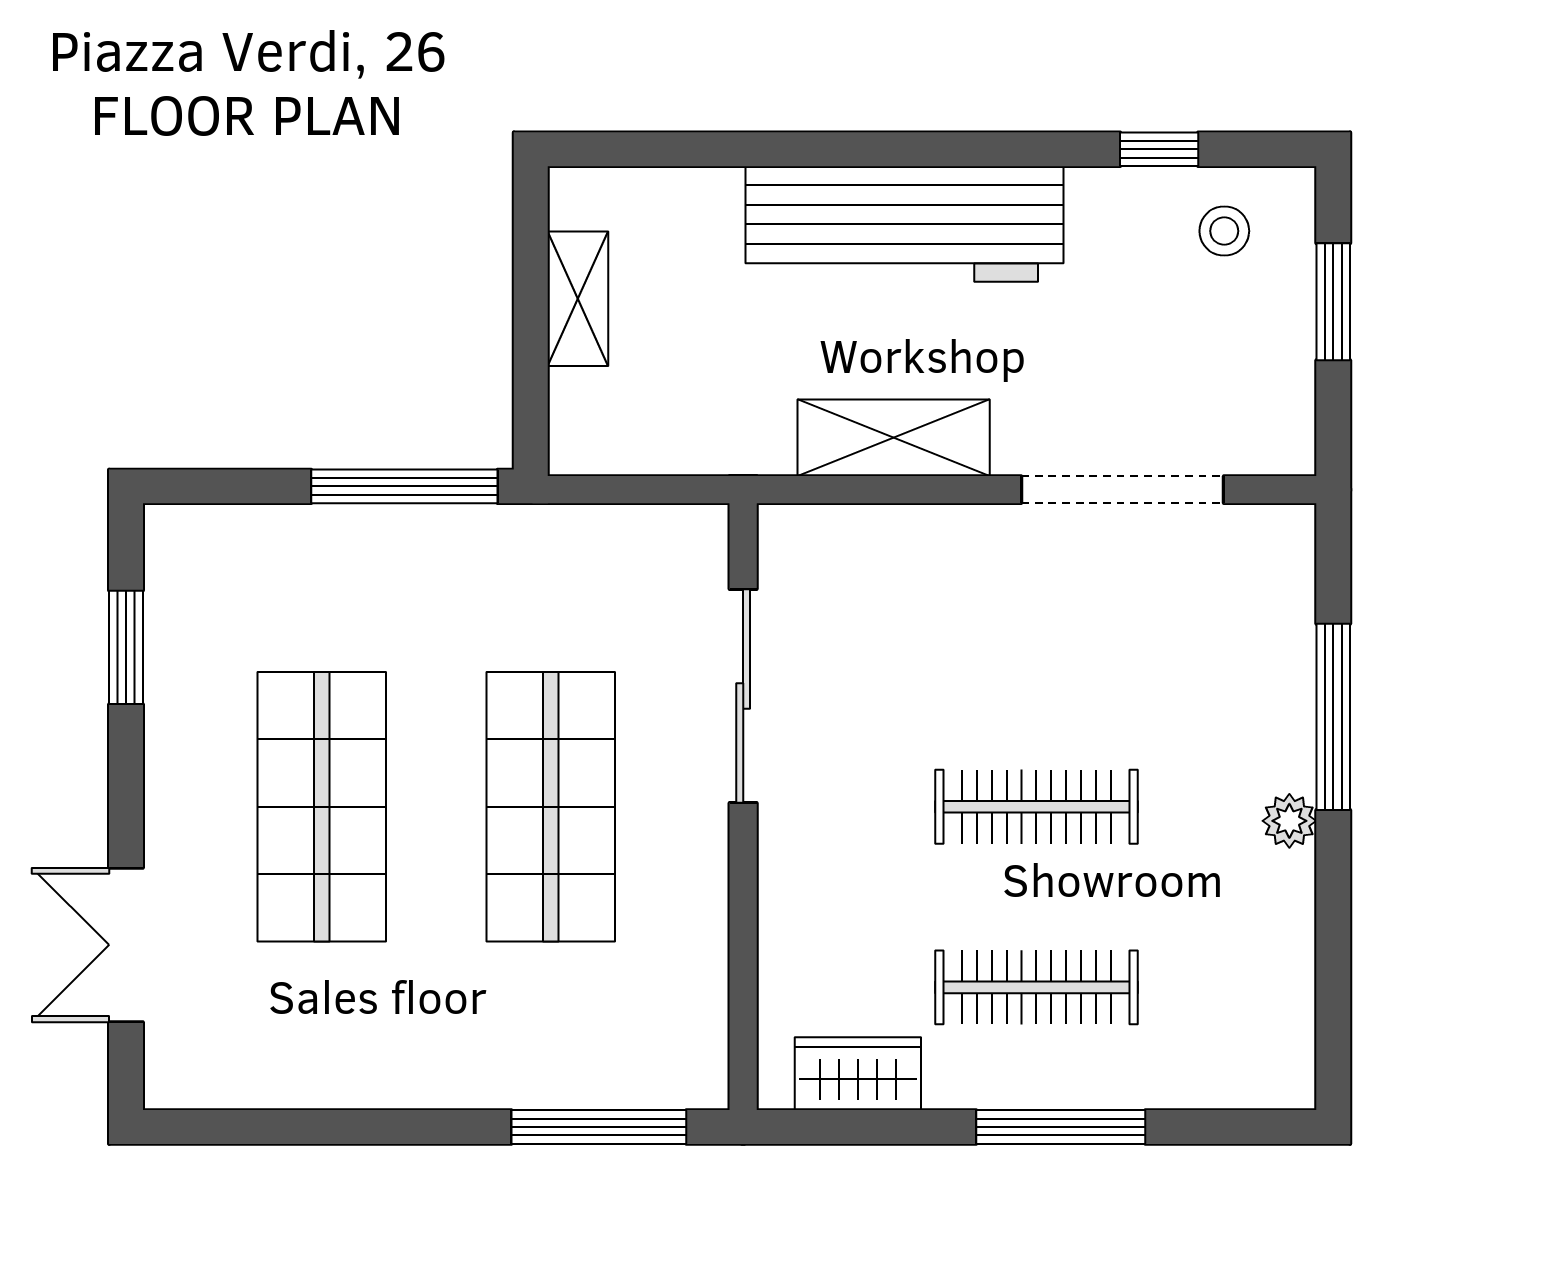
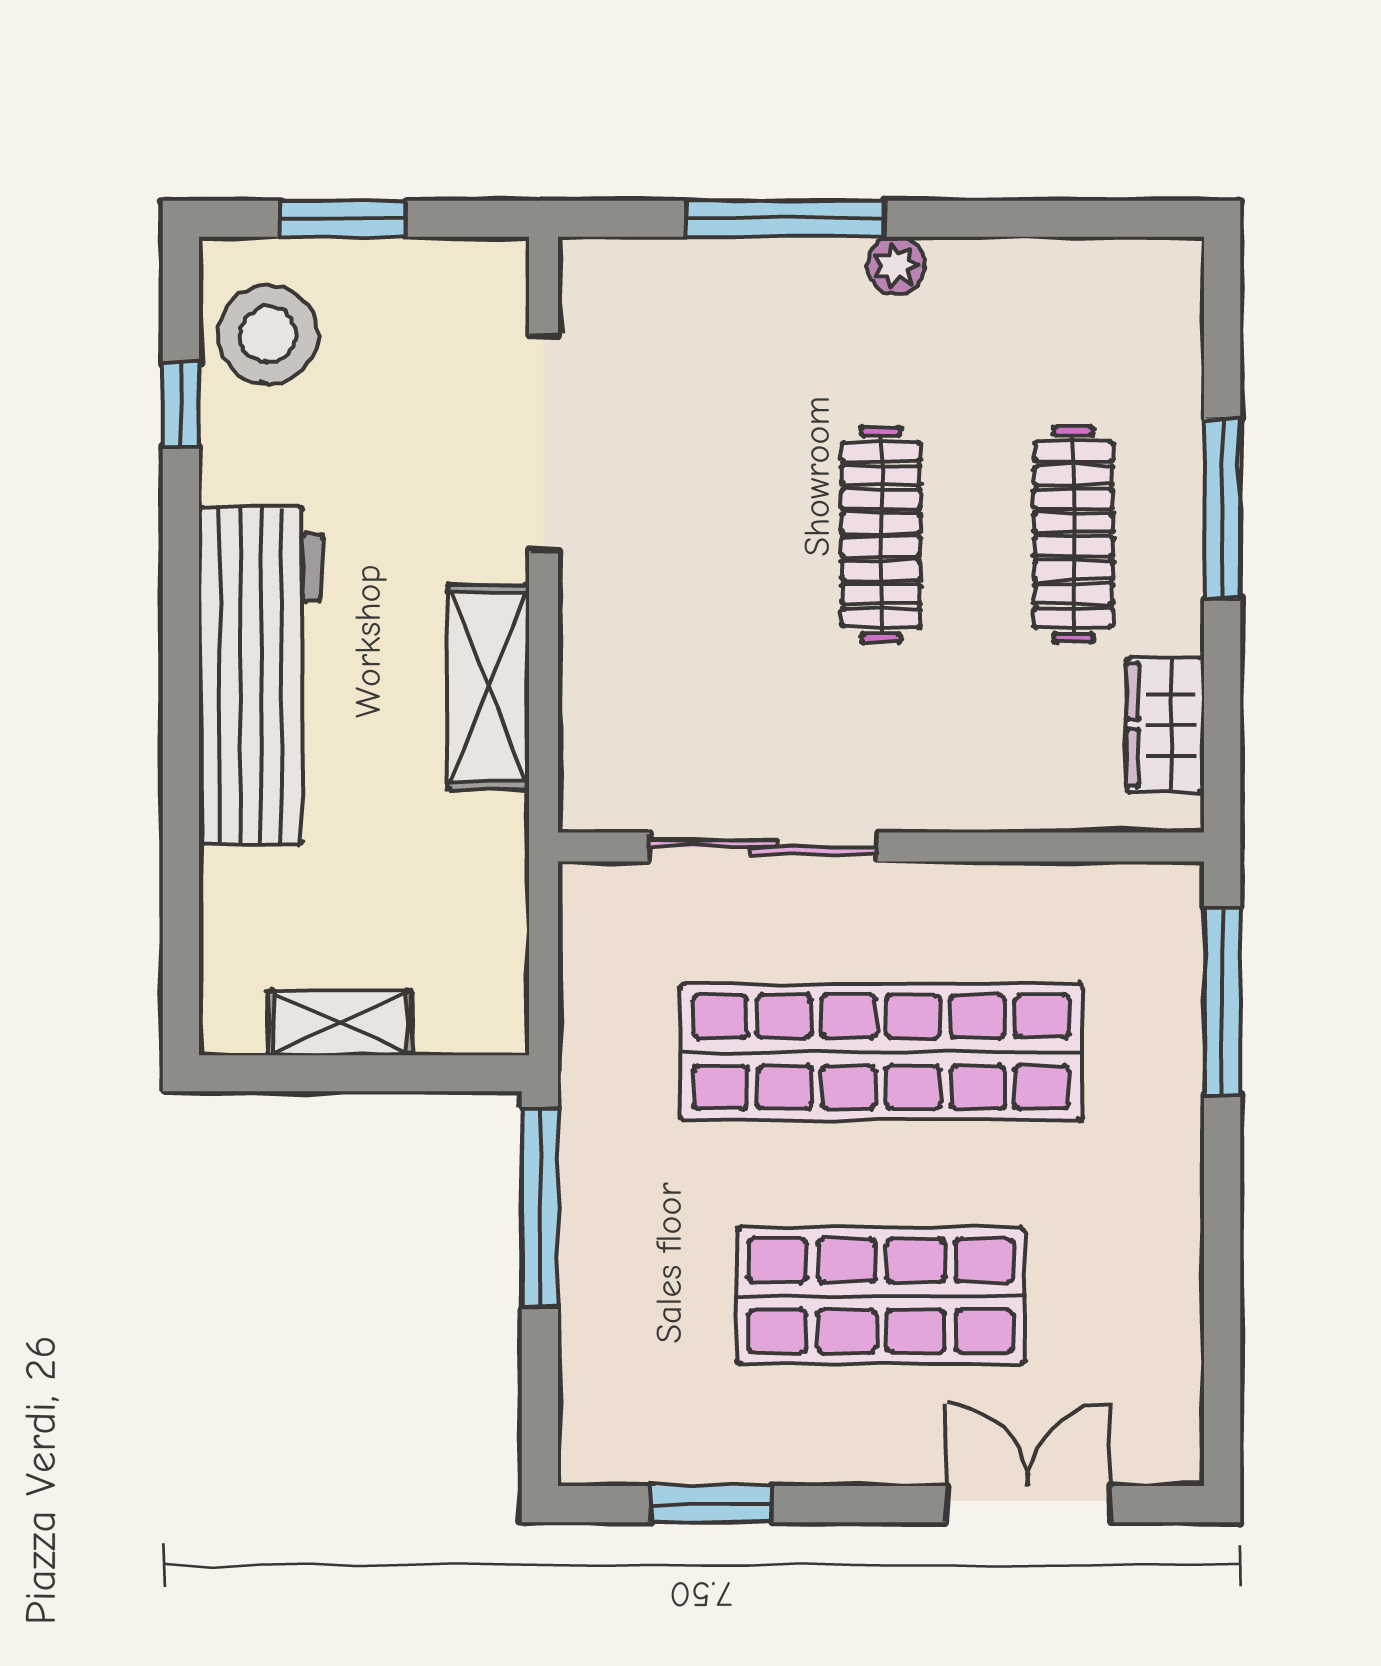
stool: (1224, 231) -> (268, 335), width x1.89, depth x1.89
shop shelf: (551, 807) -> (881, 1052), width x1.40
double door: (126, 945) -> (1028, 1504), swing flipped

